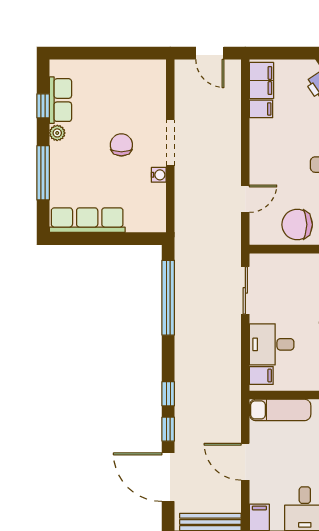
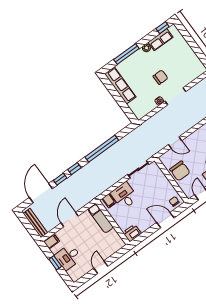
window: (43, 106) -> (163, 28), moved
chair: (297, 225) -> (180, 171), turned 180
window: (168, 298) -> (102, 149), moved

